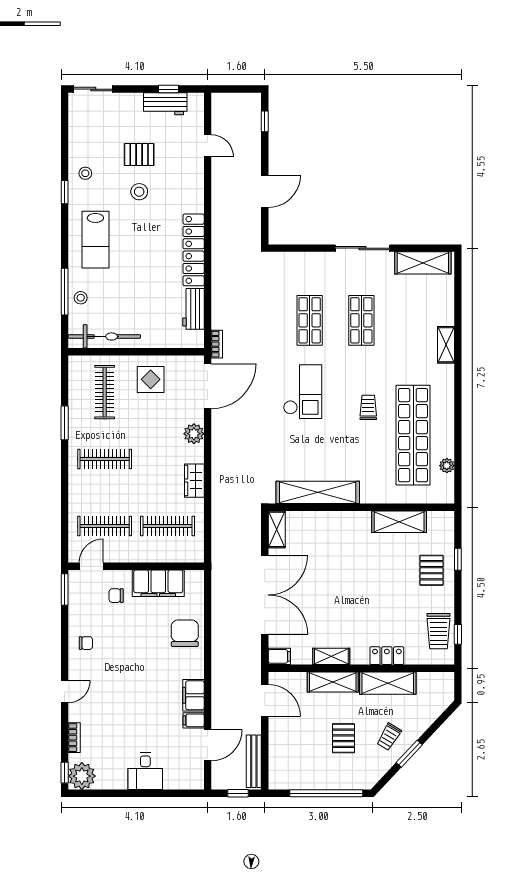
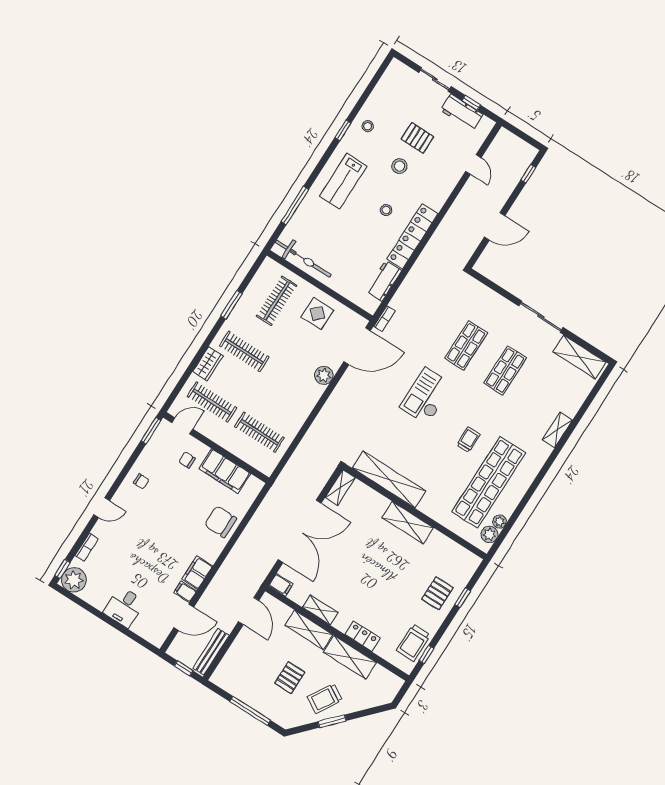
sliding door: (93, 89) -> (435, 79), moved
stool: (81, 298) -> (386, 210), moved
checkout: (303, 392) -> (426, 396), turned 180
wardrobe: (194, 481) -> (208, 364), moved, turned 180
plant: (445, 484) -> (489, 534), added
shelving: (399, 522) -> (408, 523), moved
chair: (185, 633) -> (221, 522), turned -90
trolley: (389, 737) -> (325, 699), width x1.36, depth x1.39
window: (326, 793) -> (250, 711), width x0.68

